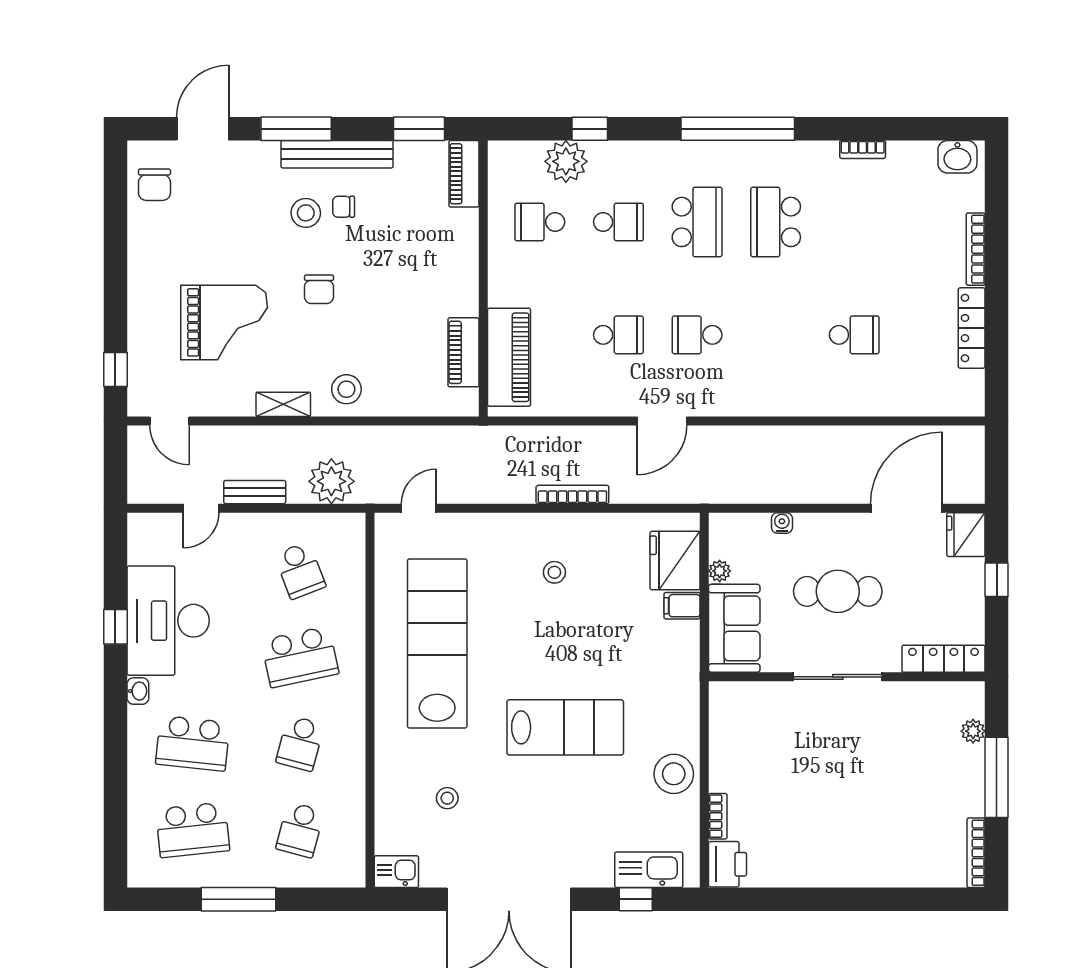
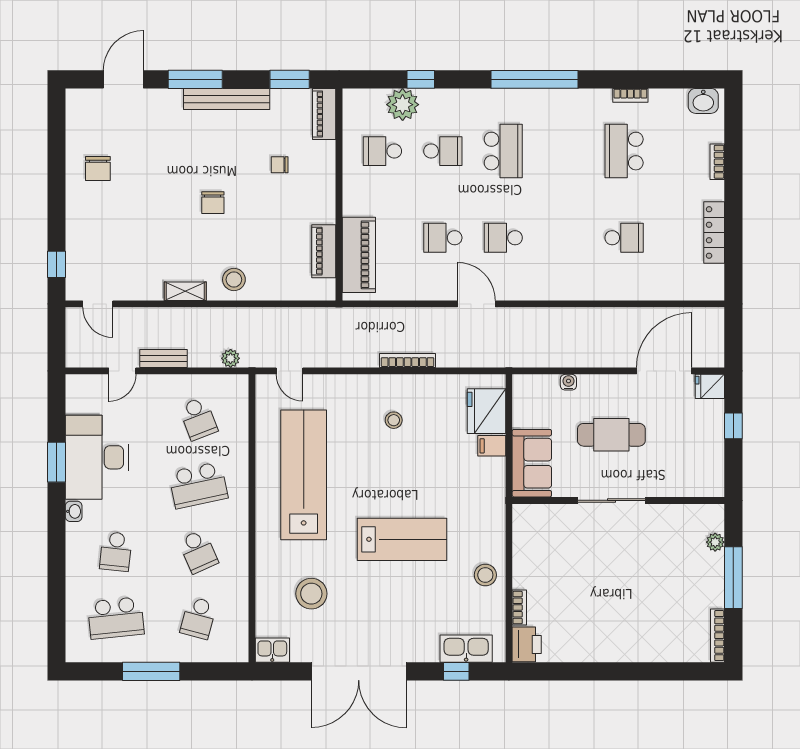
chair: (154, 185) -> (98, 169), moved
chair: (344, 207) -> (280, 165), moved
stool: (306, 213) -> (203, 144), removed
school desk: (776, 222) -> (624, 151), moved
bookcase: (976, 249) -> (717, 162), width x0.64
grand piano: (224, 322) -> (140, 228), removed
school desk: (618, 335) -> (443, 238), turned 180
door: (662, 421) -> (476, 304), swing flipped
plant: (331, 481) -> (231, 358), width x0.53, depth x0.53
door: (419, 508) -> (289, 371), swing flipped
fridge: (966, 535) -> (710, 386), width x0.72
plant: (720, 571) -> (521, 419), removed
window: (115, 627) -> (56, 462), width x1.50
locker: (944, 659) -> (693, 487), removed
school desk: (193, 743) -> (116, 552), width x0.54
school desk: (300, 743) -> (198, 552), turned -39
stool: (674, 774) -> (485, 575), width x0.73, depth x0.73
stool: (447, 798) -> (311, 594), width x1.89, depth x1.89

